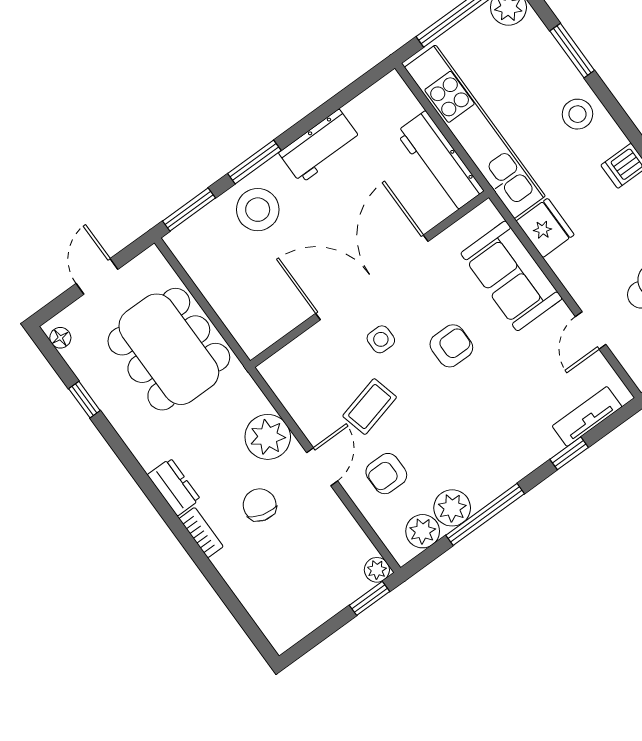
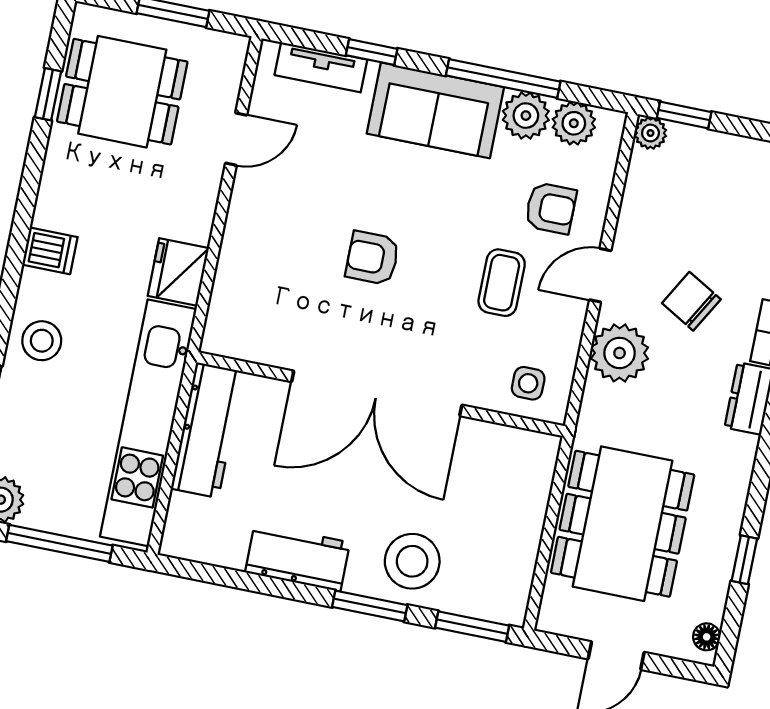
sofa: (511, 276) -> (435, 110), moved, turned 90
side table: (381, 339) -> (528, 383), moved
coffee table: (370, 407) -> (502, 283), turned -76
chair: (260, 505) -> (691, 301), turned 104

